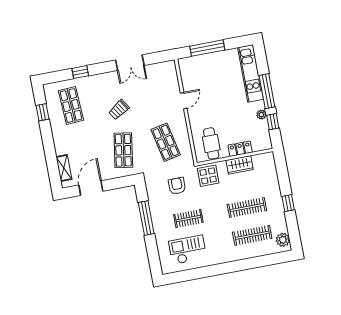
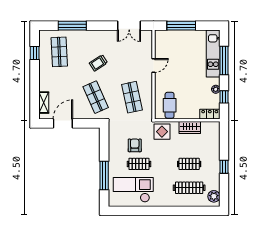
double door: (130, 63) -> (129, 26), moved
window: (80, 72) -> (72, 26), width x2.17
window: (267, 91) -> (224, 61), moved
locker: (240, 149) -> (210, 114), moved
shop shelf: (123, 150) -> (96, 97), turned -33
armchair: (177, 186) -> (135, 145), moved
clothes rail: (247, 207) -> (189, 164), width x0.73
window: (146, 218) -> (104, 176), moved
checkout: (188, 250) -> (133, 190), width x1.36, depth x1.21

